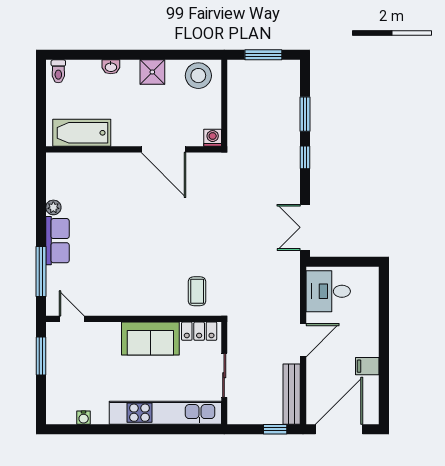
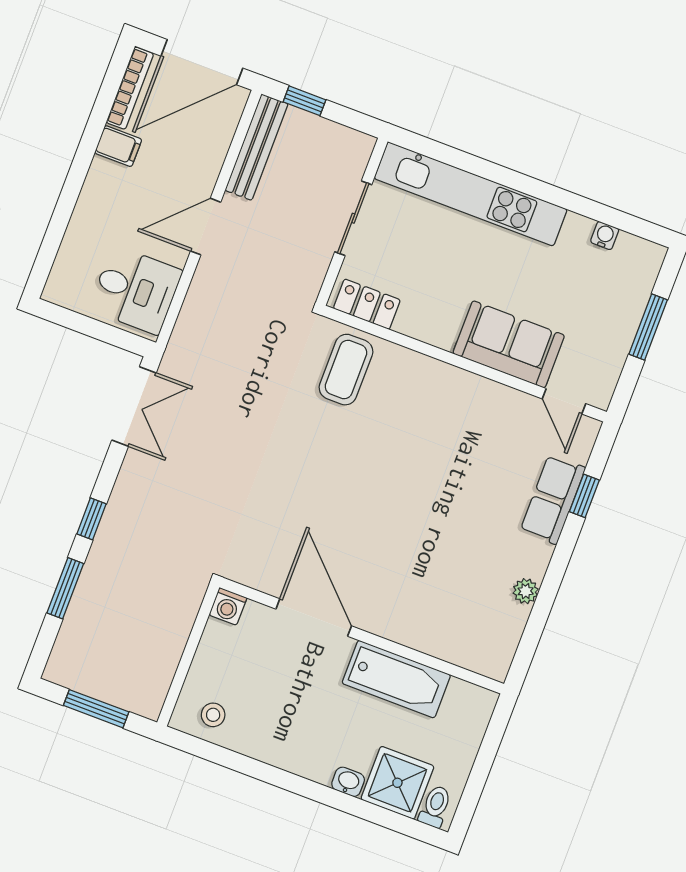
shower: (152, 72) -> (397, 783), moved, width x1.36, depth x1.36
stool: (198, 76) -> (213, 715), width x0.53, depth x0.53
bathtub: (82, 133) -> (396, 679), moved
row of seats: (57, 241) -> (553, 499), moved
window: (41, 271) -> (584, 496), width x0.46
coffee table: (197, 291) -> (346, 370), width x1.36, depth x1.30
sofa: (150, 338) -> (509, 344), moved
window: (41, 356) -> (648, 327), moved
bookcase: (373, 400) -> (130, 88), added

